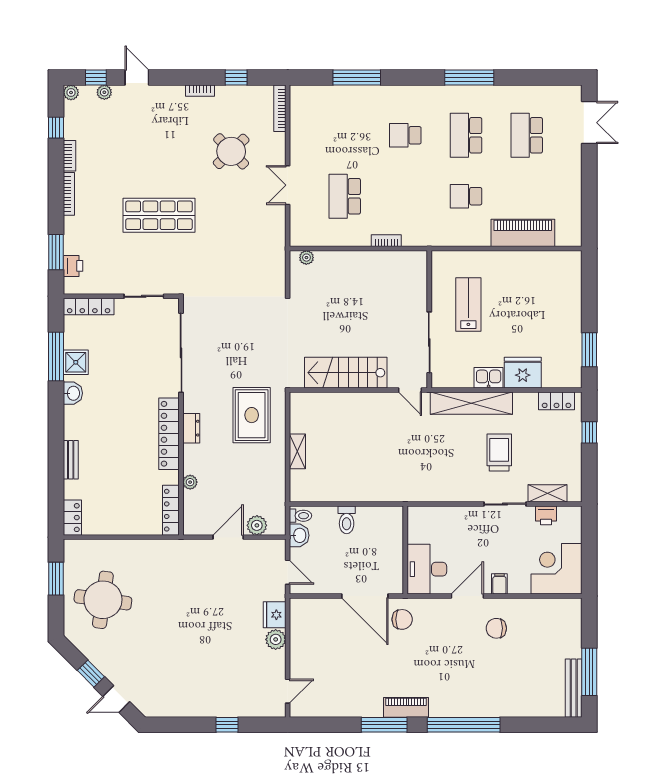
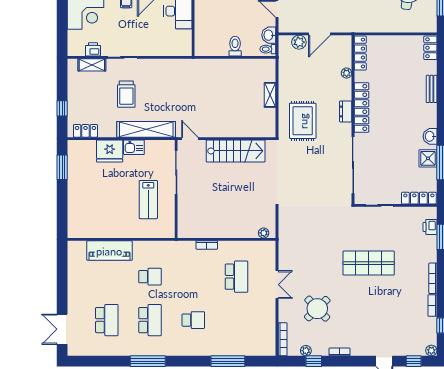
plant: (104, 92) -> (306, 351), moved

